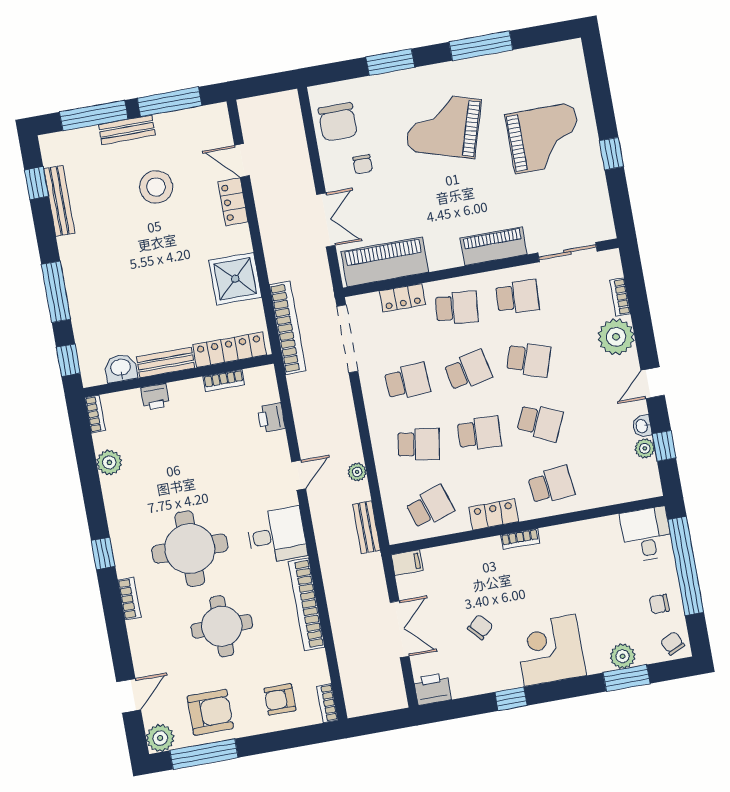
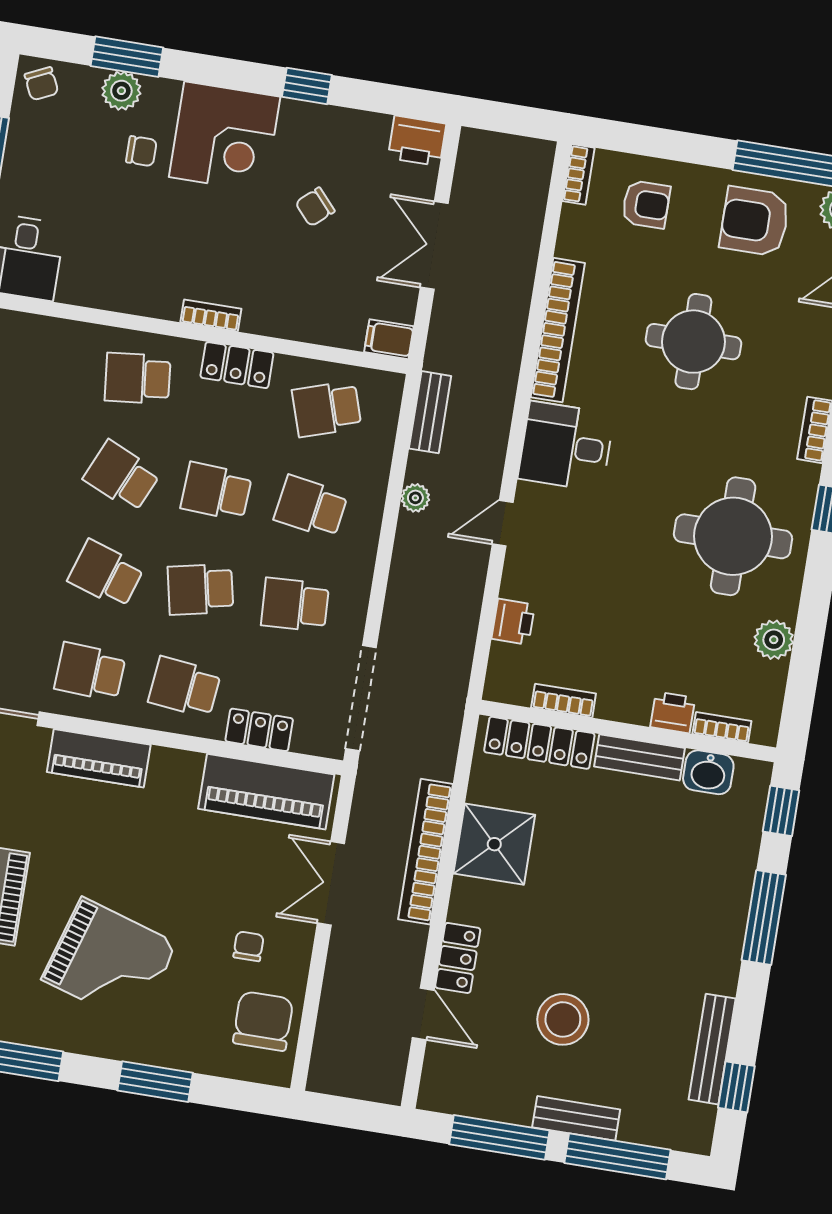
bookcase: (288, 328) -> (426, 852), moved
bookcase: (95, 414) -> (722, 727), moved, turned 90
round table: (190, 549) -> (733, 536), moved
chair: (659, 604) -> (141, 151), moved

